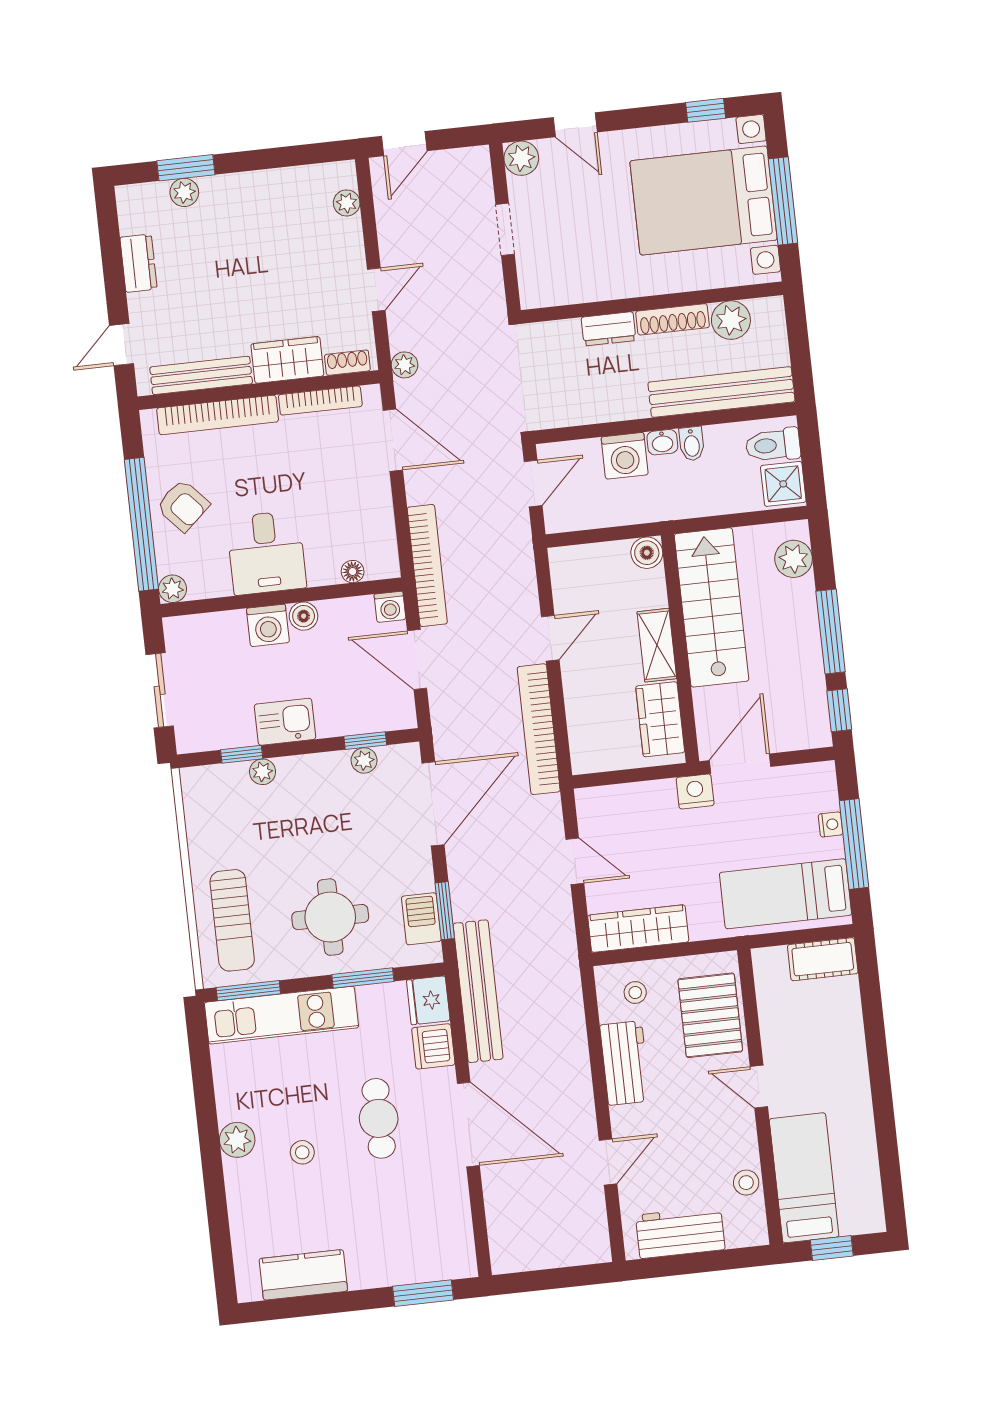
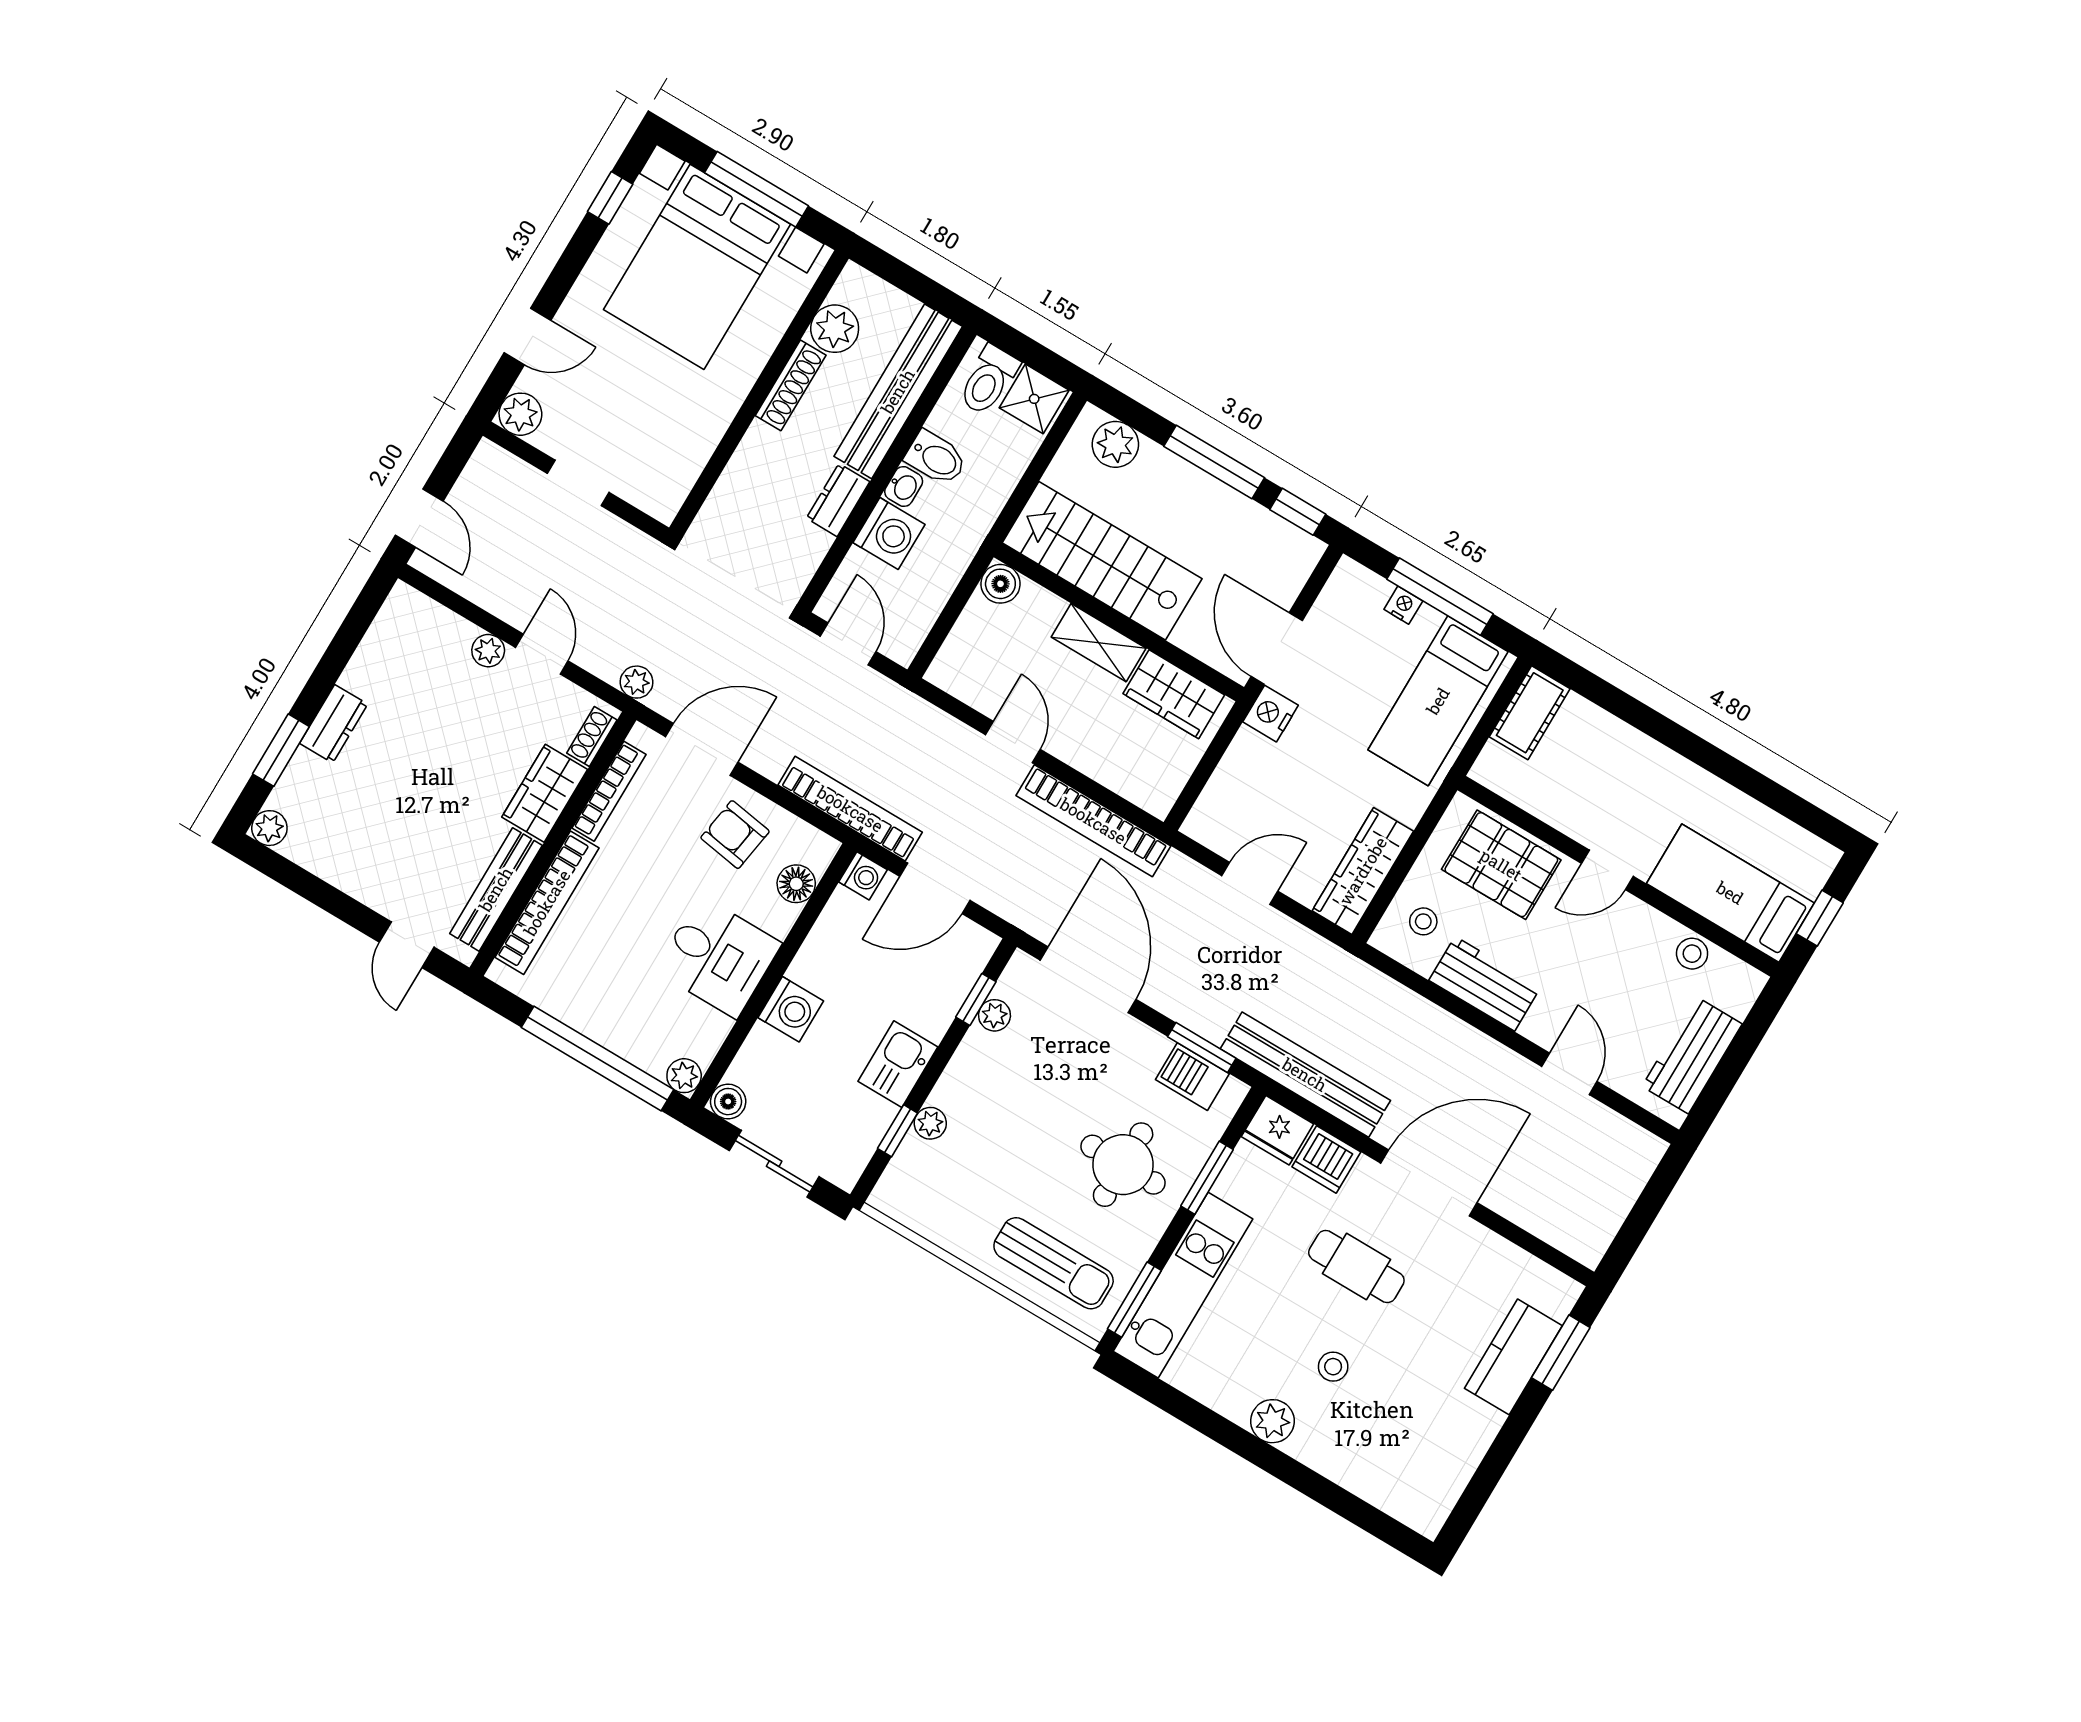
plant: (184, 192) -> (269, 828), moved
plant: (347, 203) -> (488, 651), moved
dresser: (138, 263) -> (334, 724), moved, turned 90
dresser: (609, 329) -> (838, 500), moved, turned 180
bidet: (692, 444) -> (936, 458), width x1.38, depth x1.36
armchair: (183, 506) -> (735, 835), moved, turned -129
floor lamp: (353, 572) -> (796, 884), width x1.37, depth x1.37
boiler: (304, 616) -> (728, 1102), moved
kitchen counter: (303, 1275) -> (1513, 1357), moved

